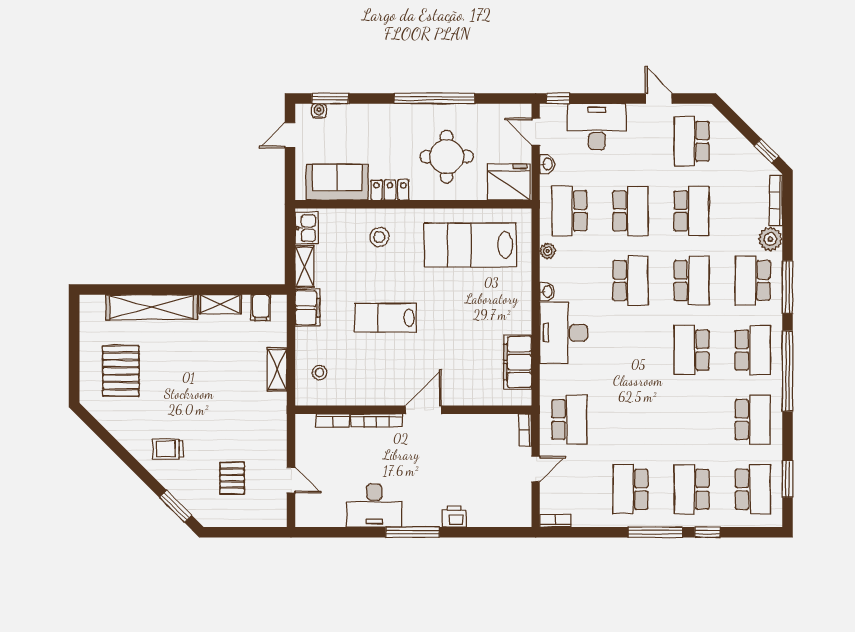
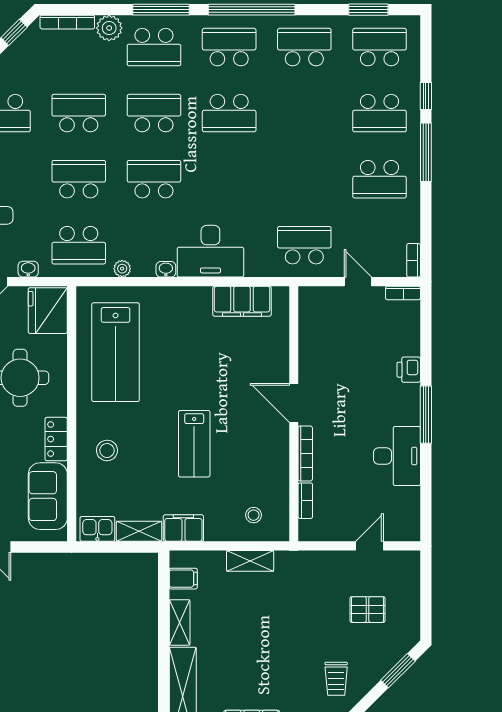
bookcase: (525, 430) -> (403, 293), moved

